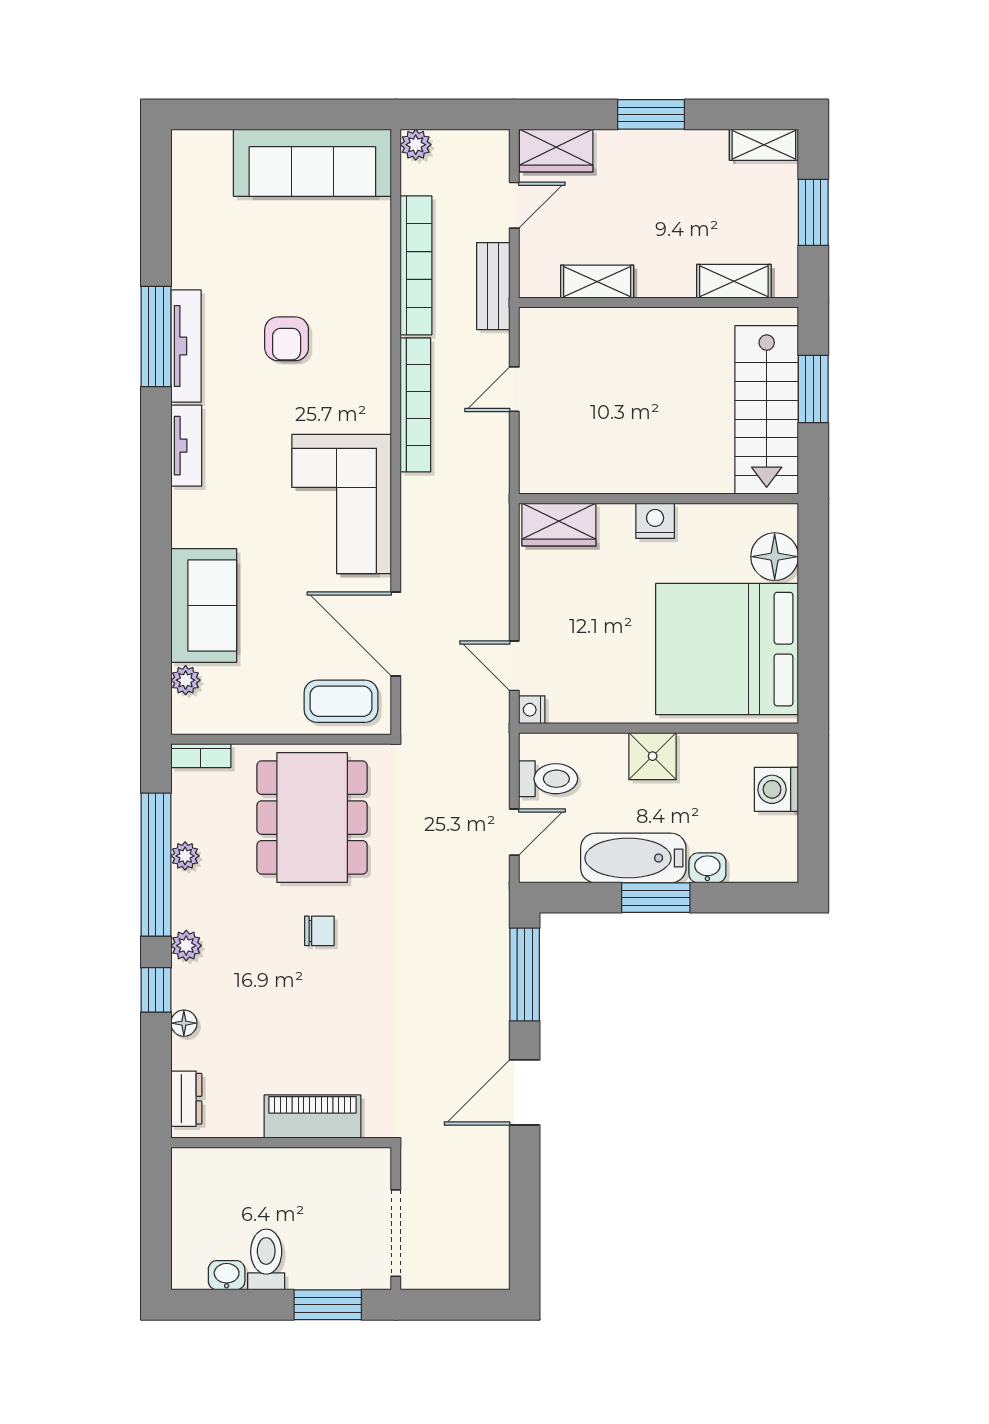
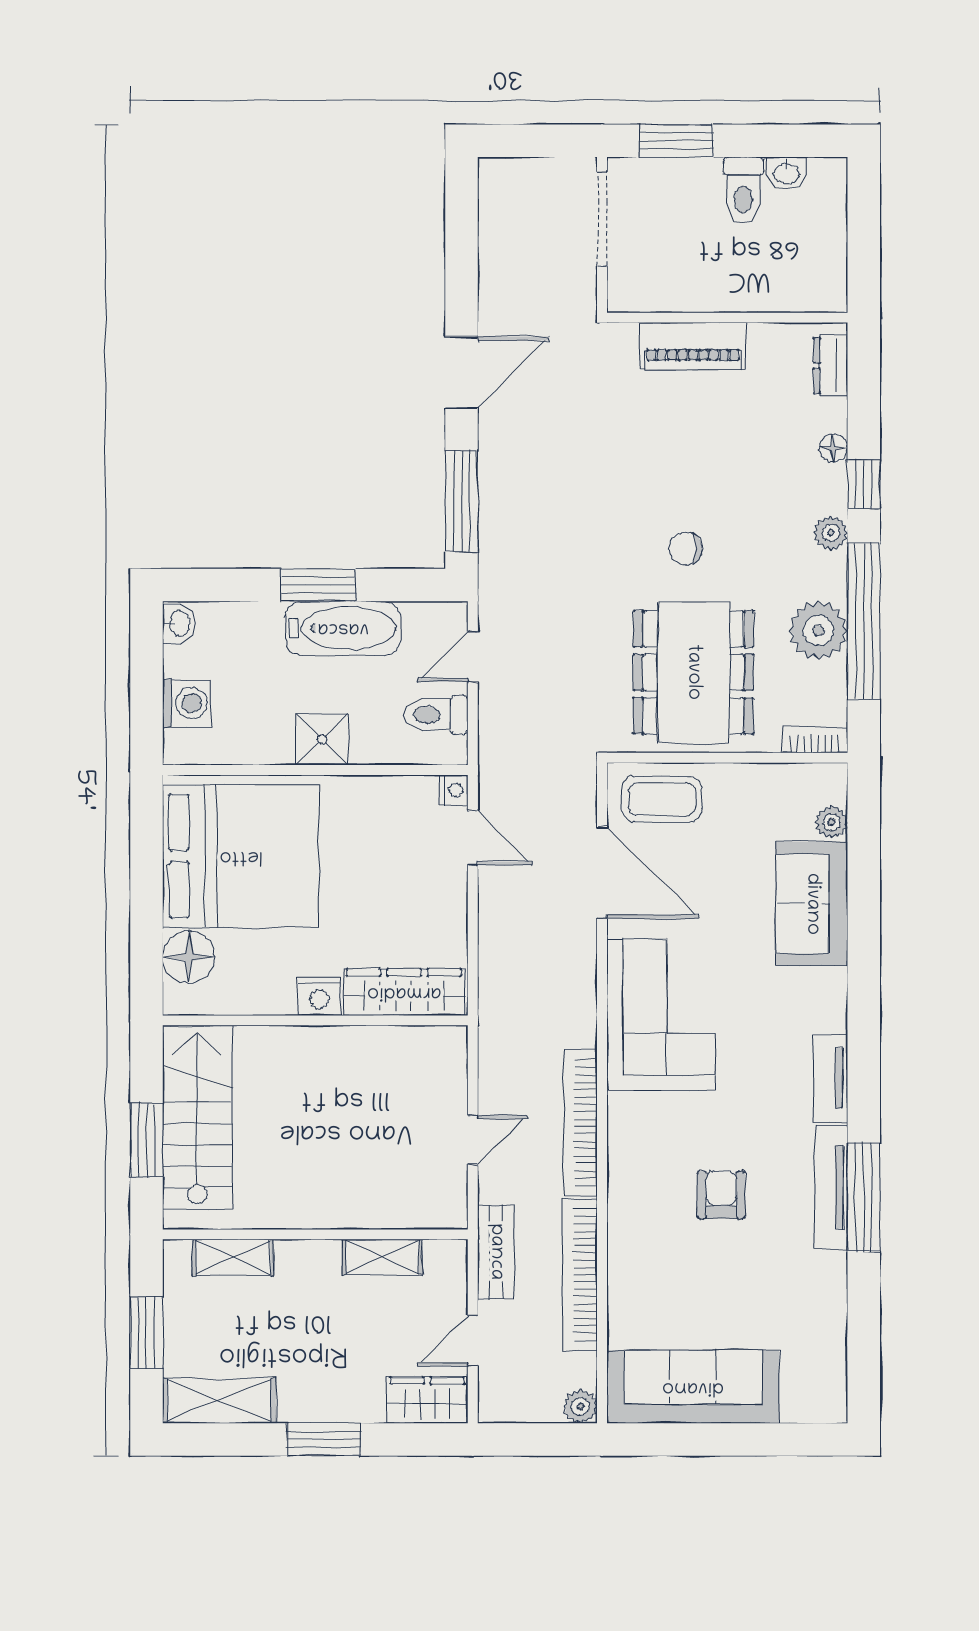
shelving: (764, 145) -> (219, 1401), width x1.50, depth x1.33
wardrobe: (559, 525) -> (404, 992), width x1.50
plant: (185, 856) -> (818, 631), width x1.88, depth x1.88
washbasin: (707, 868) -> (179, 623), moved, turned -90

